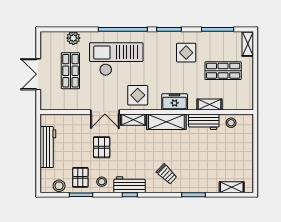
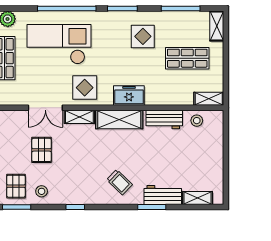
shelving: (210, 105) -> (209, 99), moved
workbench: (130, 185) -> (163, 195), moved

